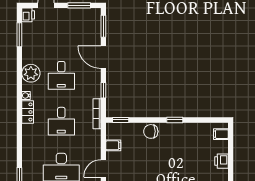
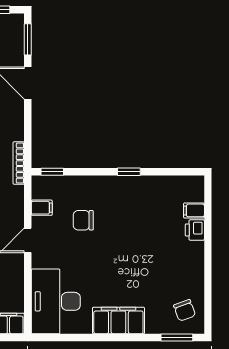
window: (103, 90) -> (28, 130), removed
chair: (151, 131) -> (83, 220), moved
filing cabinet: (221, 134) -> (194, 210), moved

